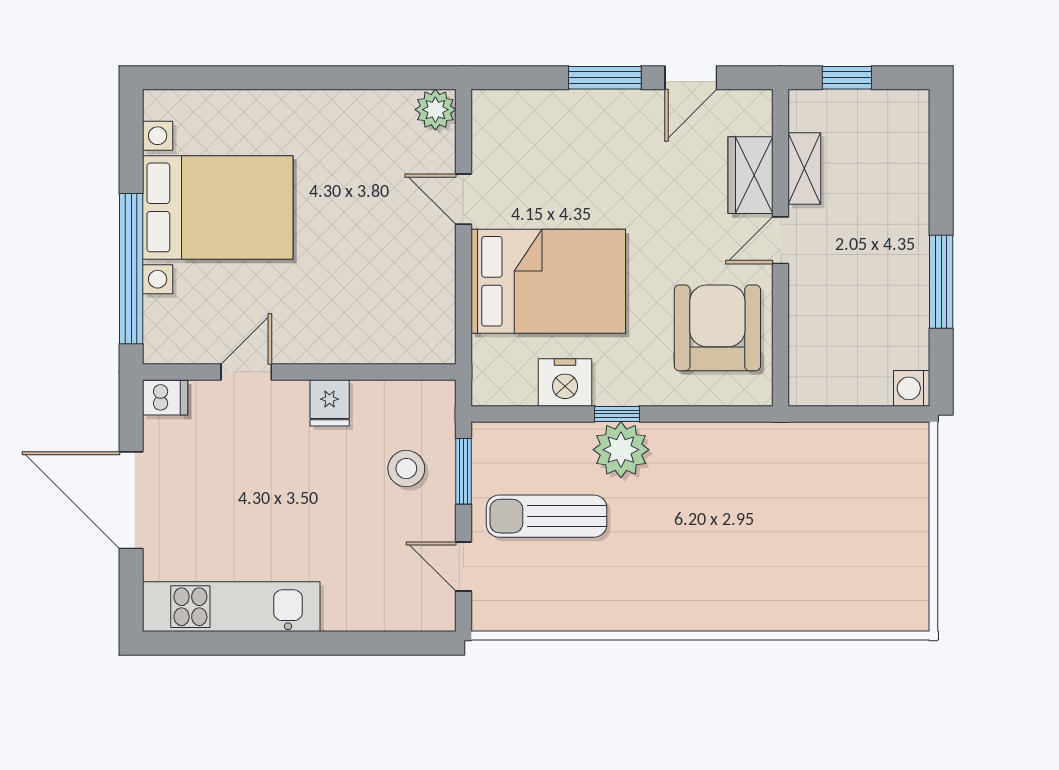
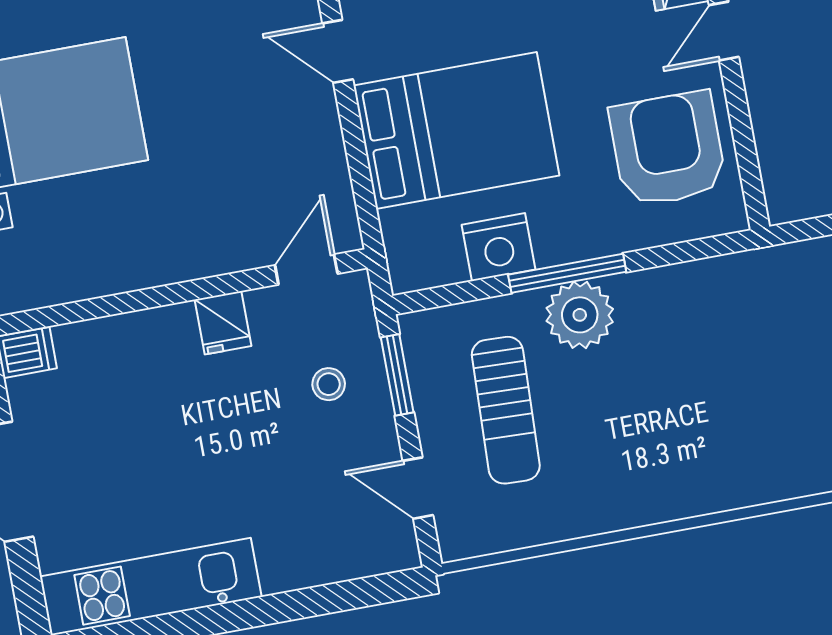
door: (246, 372) -> (306, 269), moved
window: (617, 414) -> (567, 273), width x2.17
stool: (406, 469) -> (329, 384), width x0.73, depth x0.73
sun lounger: (547, 516) -> (506, 410), turned -88

